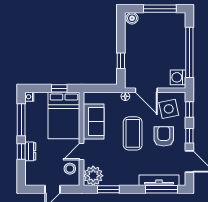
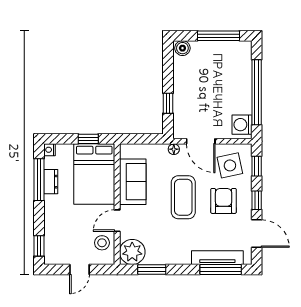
window: (21, 151) -> (39, 246), moved
dresser: (30, 151) -> (51, 182), moved

